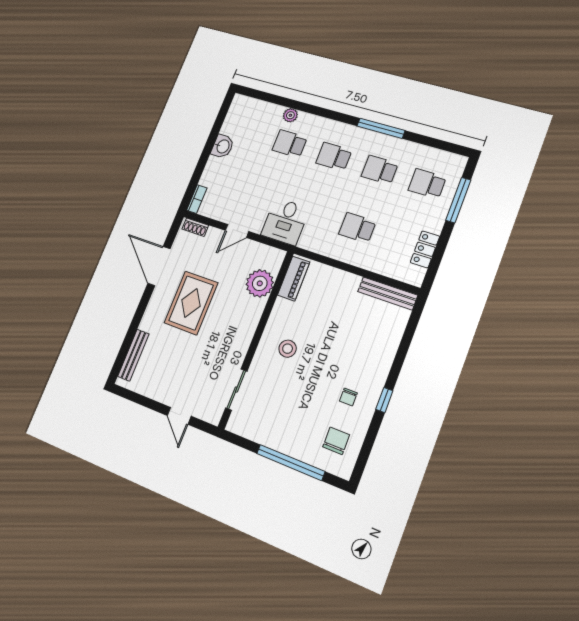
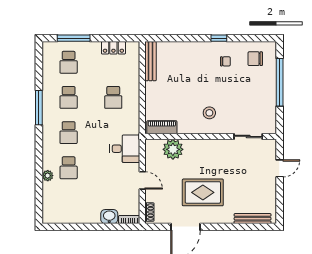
washbasin: (223, 146) -> (109, 217), moved

